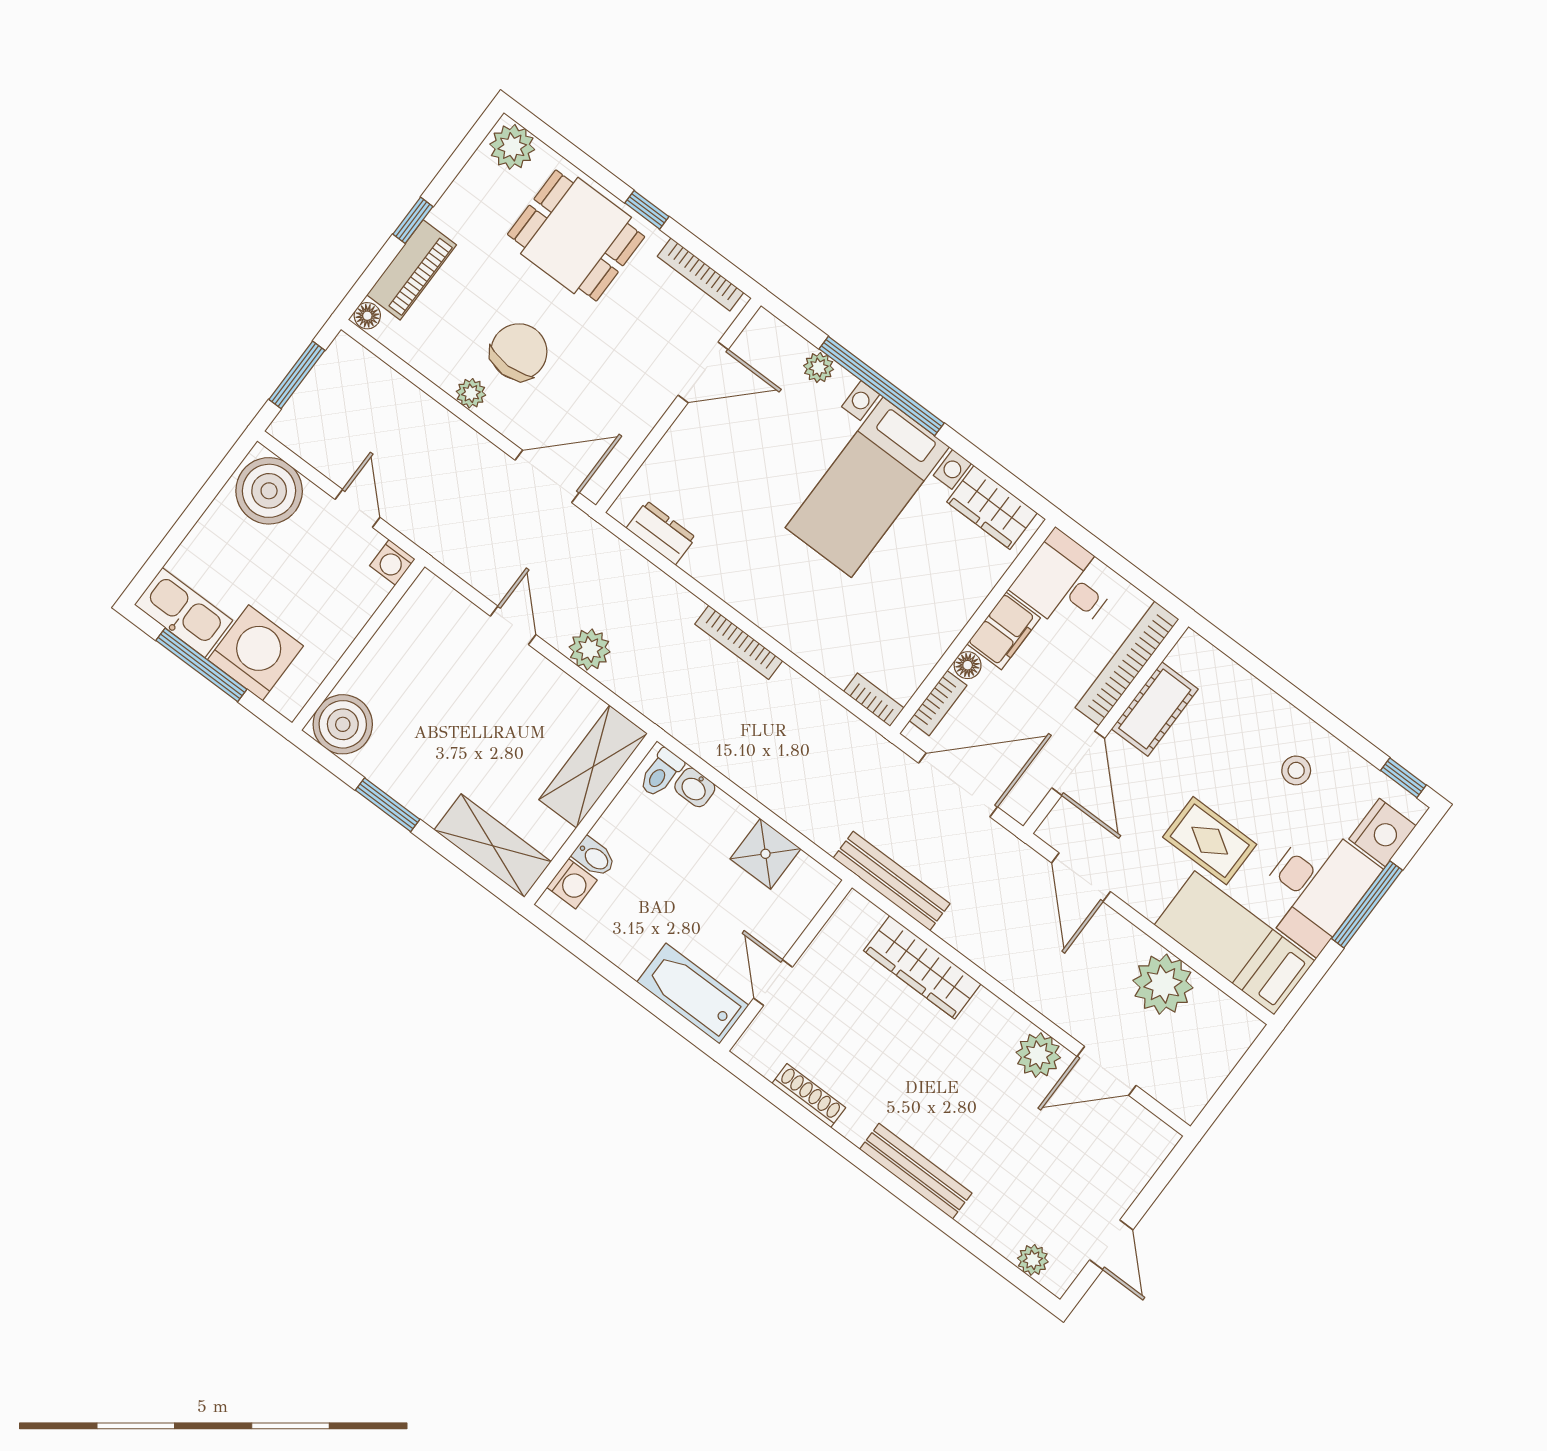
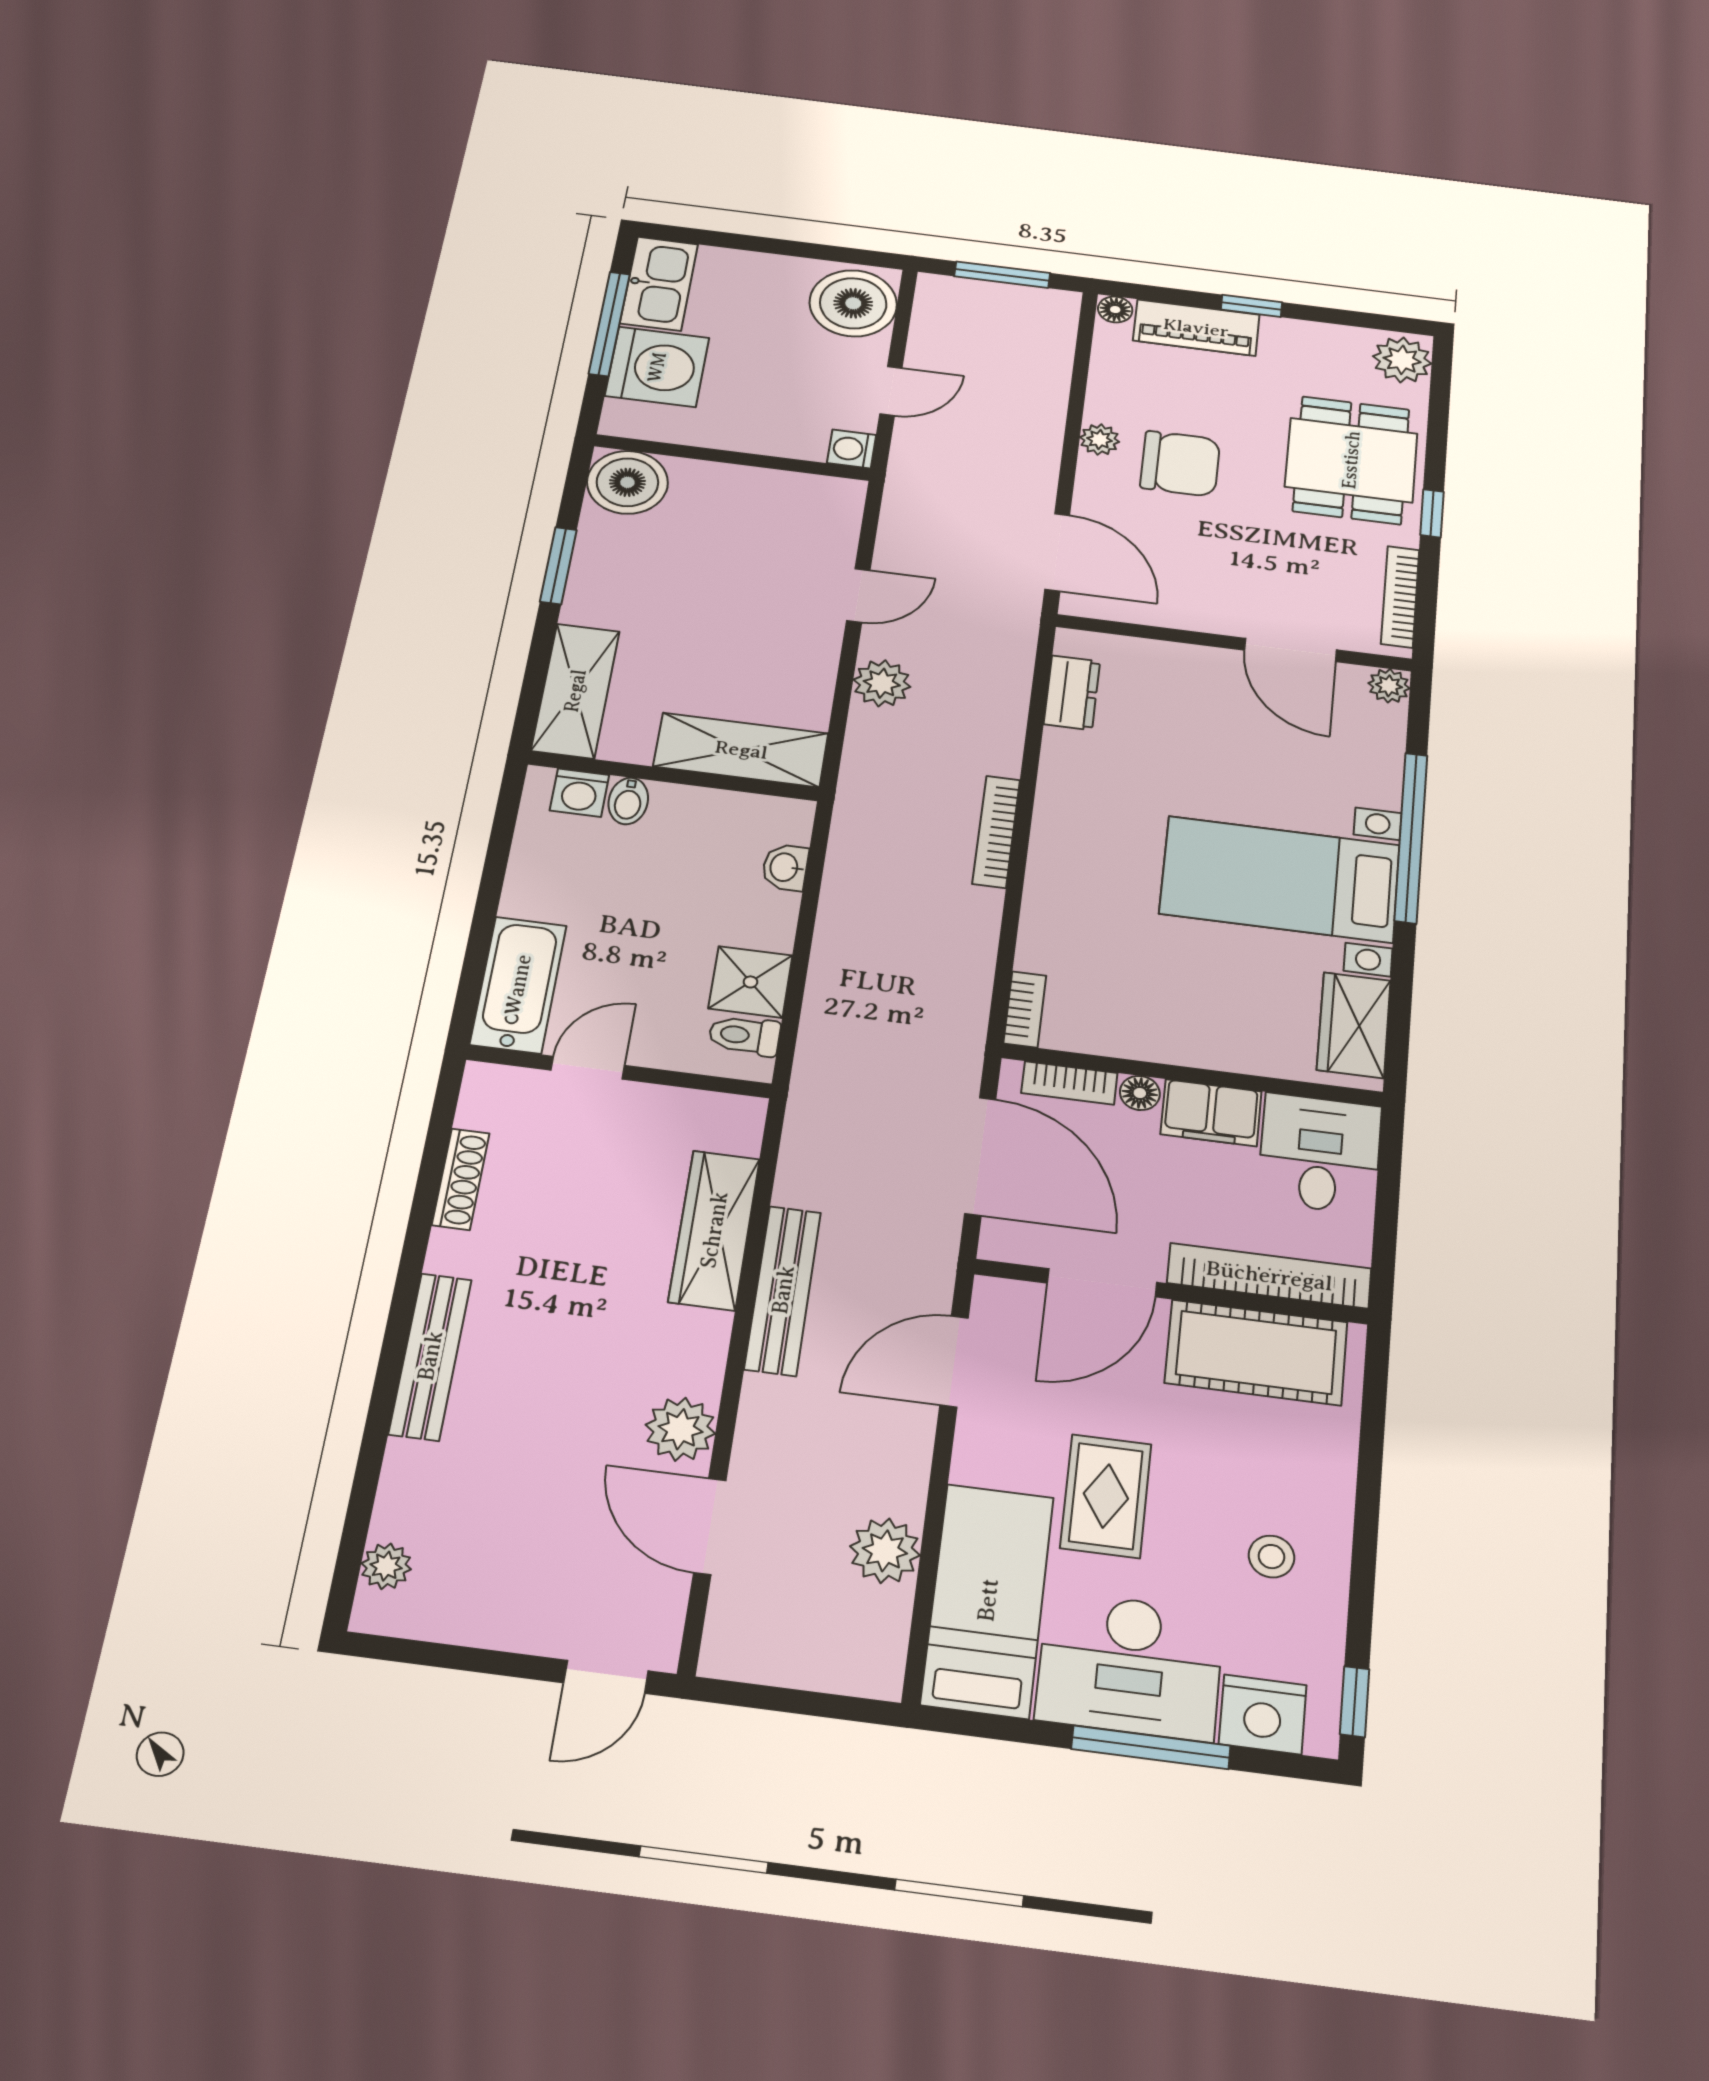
plant: (819, 368) -> (1389, 686), moved
cot: (1155, 709) -> (1256, 1352), width x1.37, depth x1.34
toilet: (661, 773) -> (744, 1036), moved
bench: (891, 881) -> (783, 1290), moved
plant: (1163, 984) -> (885, 1551), width x0.73, depth x0.73
door: (1111, 1245) -> (606, 1677), moved

